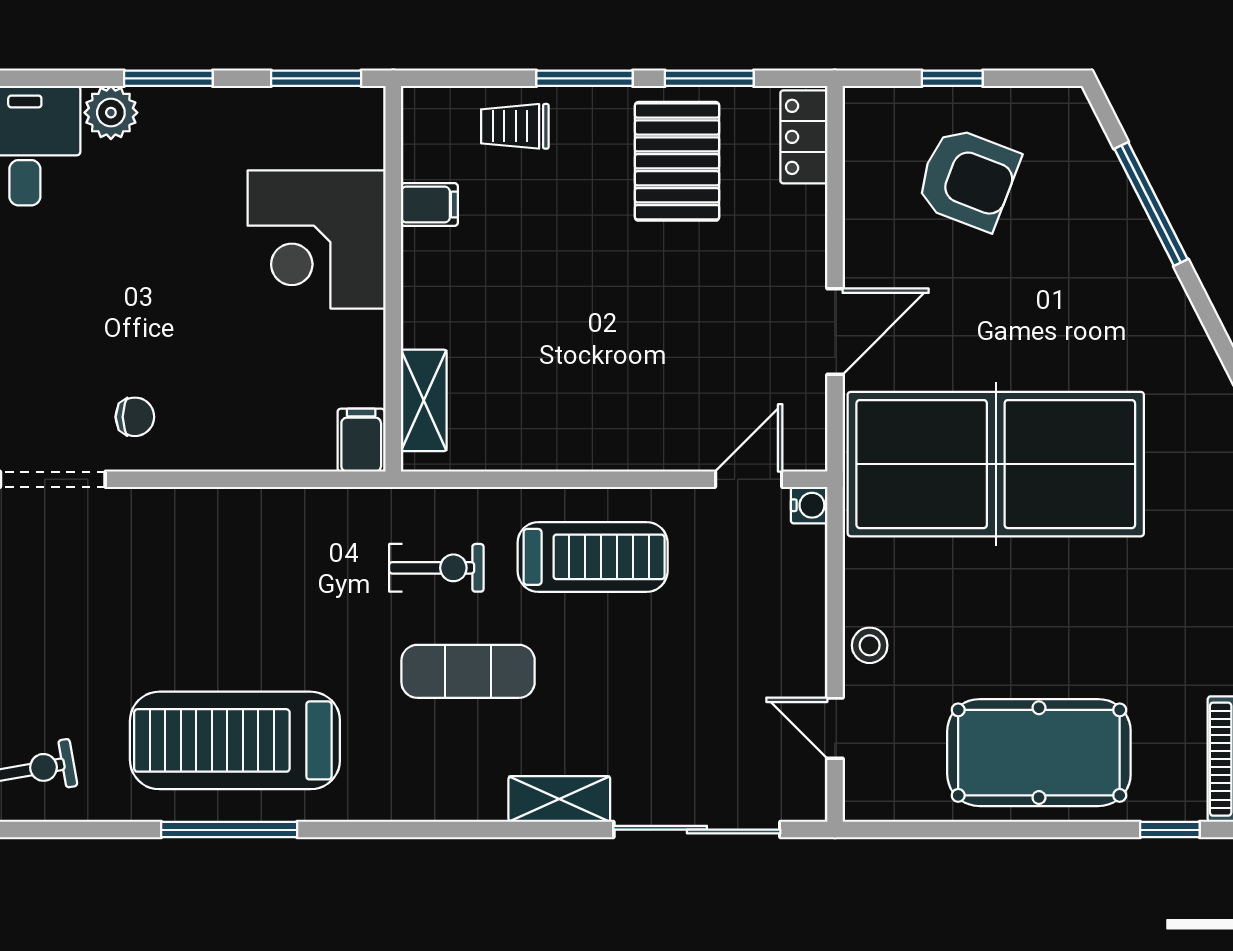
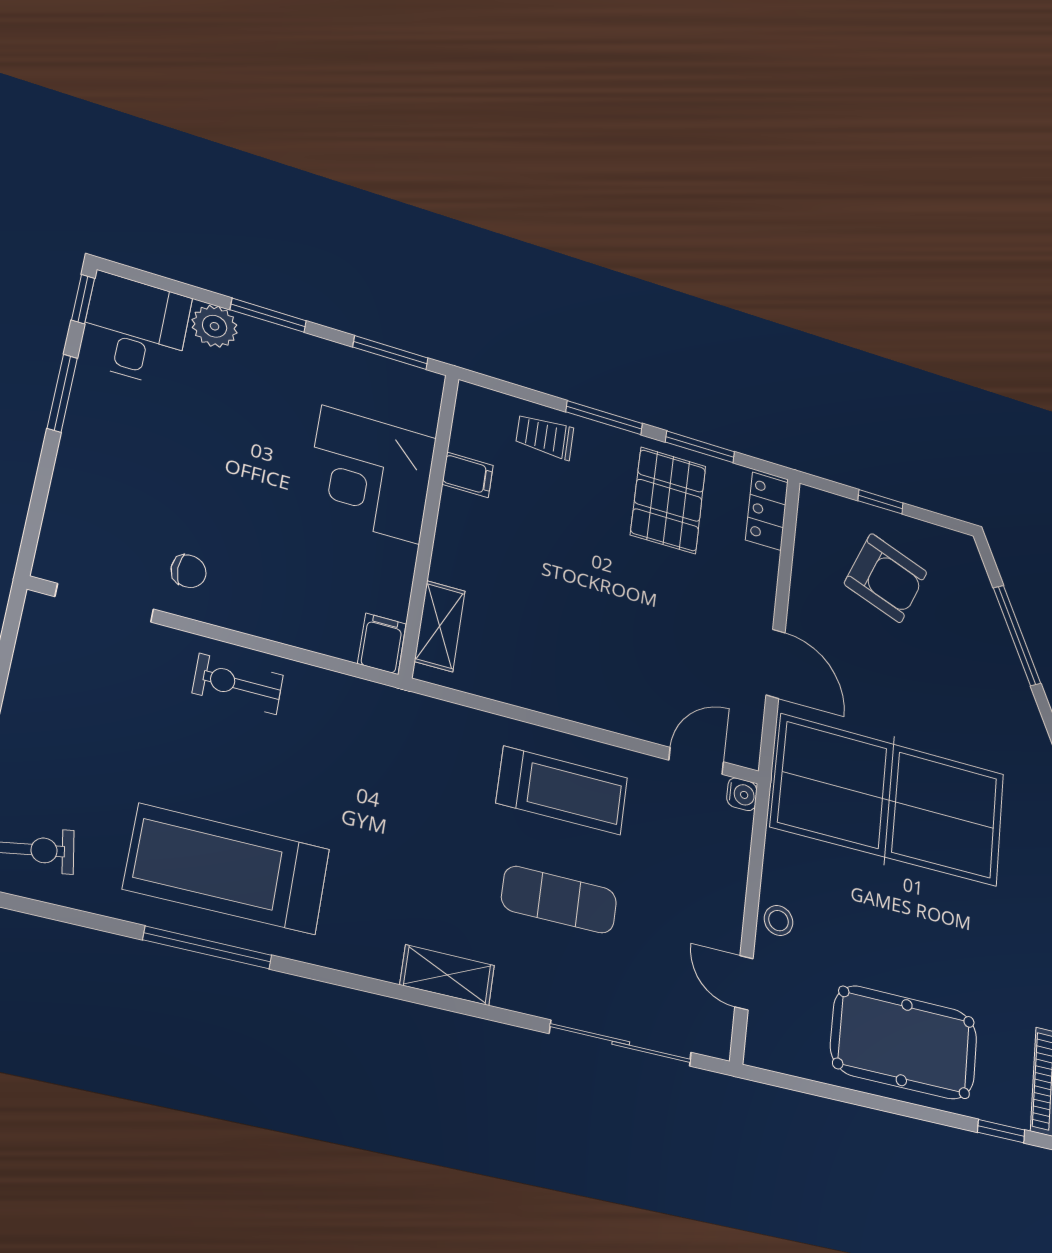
door: (835, 331) -> (776, 664), hinge flipped
exercise bike: (436, 568) -> (238, 684), moved, turned 180
exercise mat: (468, 671) -> (559, 900), moved
shelving: (559, 799) -> (447, 975), moved

